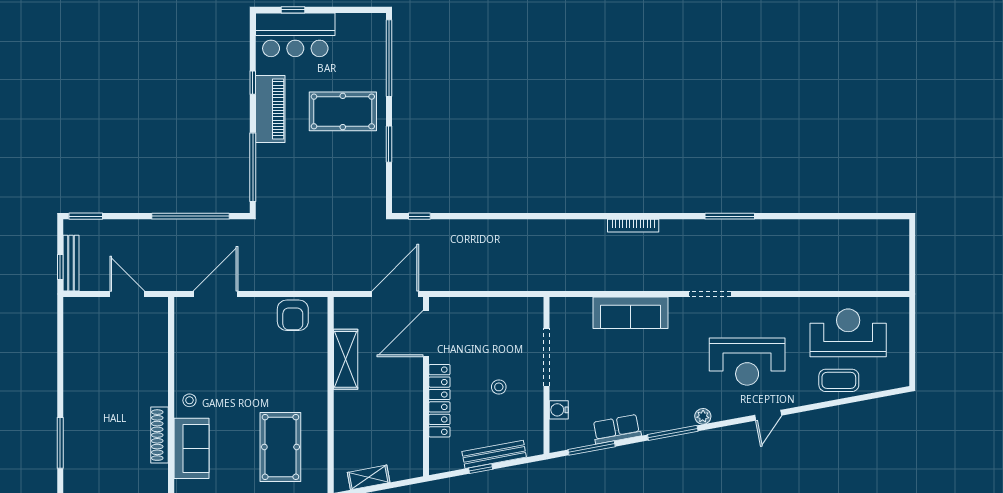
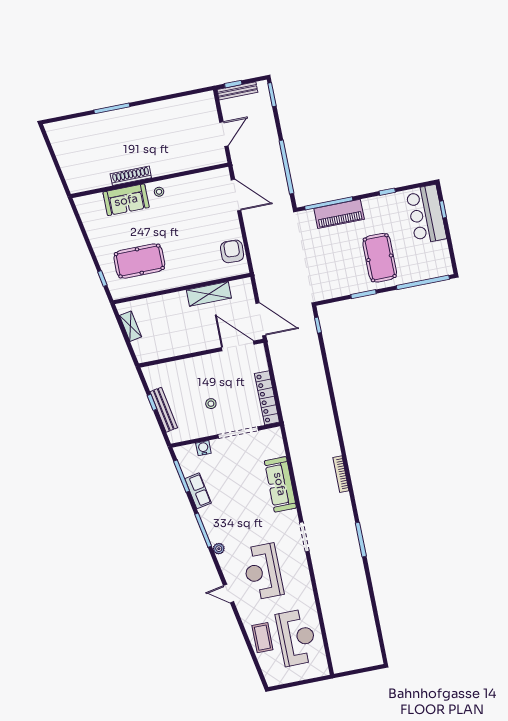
piano: (270, 109) -> (339, 214), moved
armchair: (293, 315) -> (232, 251), turned 92
locker: (439, 401) -> (267, 398), moved, turned 90

